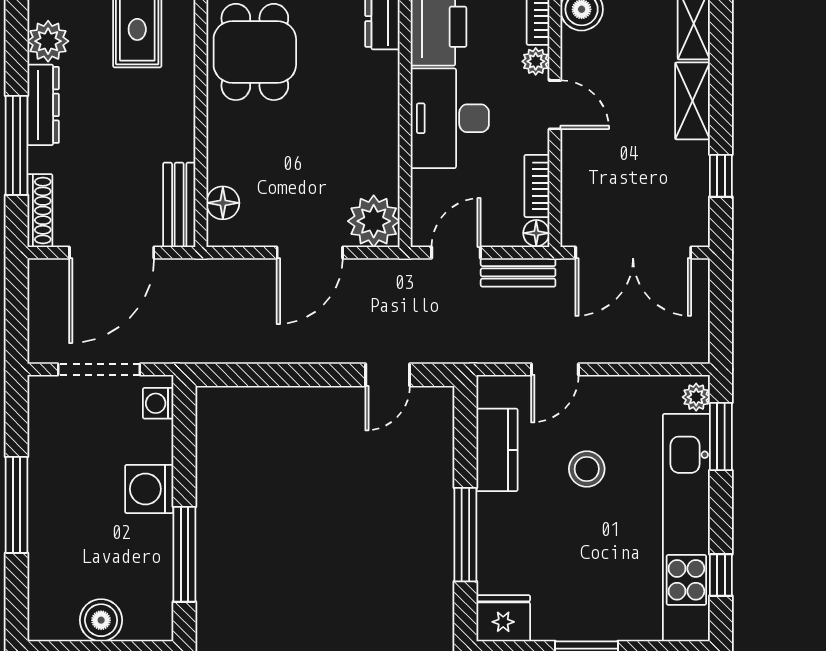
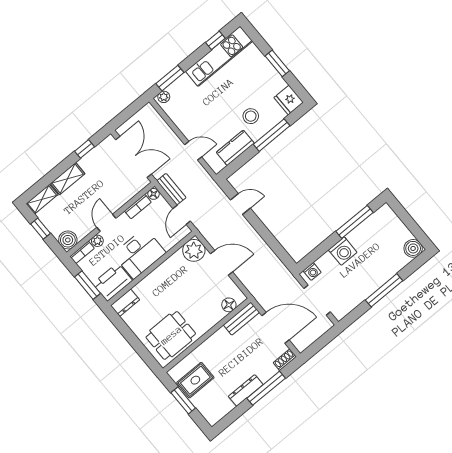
plant: (48, 41) -> (223, 406), removed
shoe rack: (40, 211) -> (285, 360), width x0.70
door: (456, 253) -> (182, 215), hinge flipped
stool: (587, 469) -> (251, 116), moved
kitchen unit: (686, 528) -> (219, 56), width x0.73
boiler: (101, 620) -> (413, 248), moved

